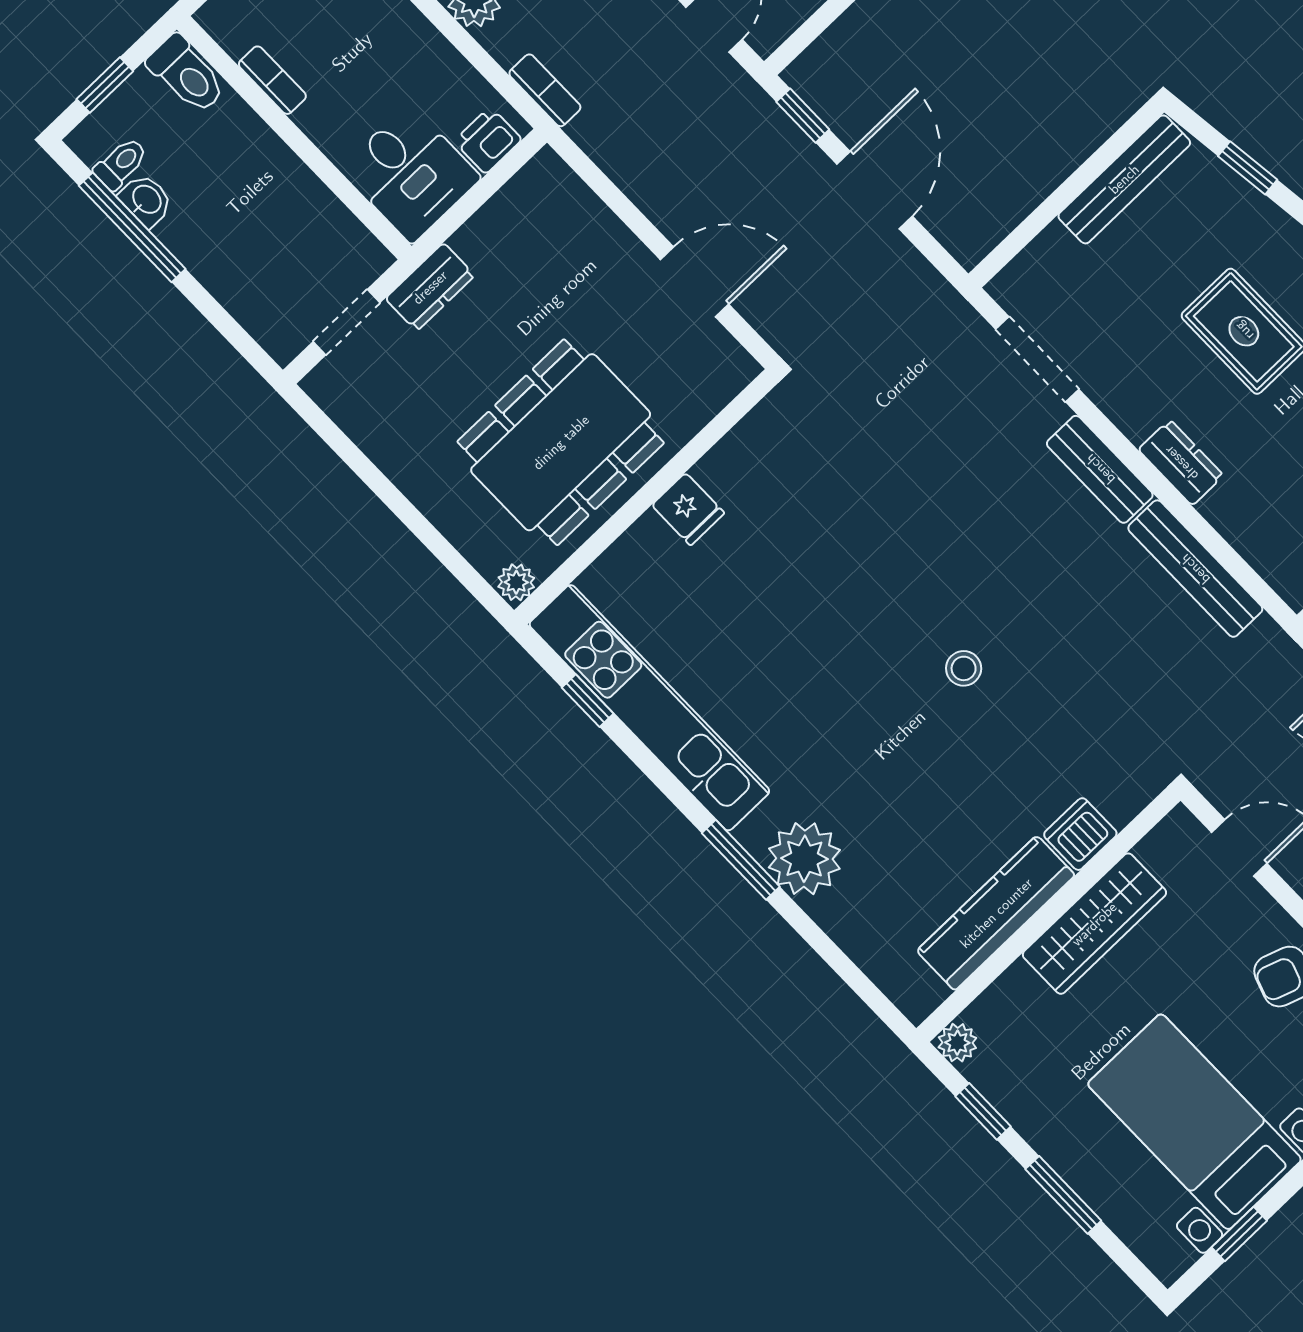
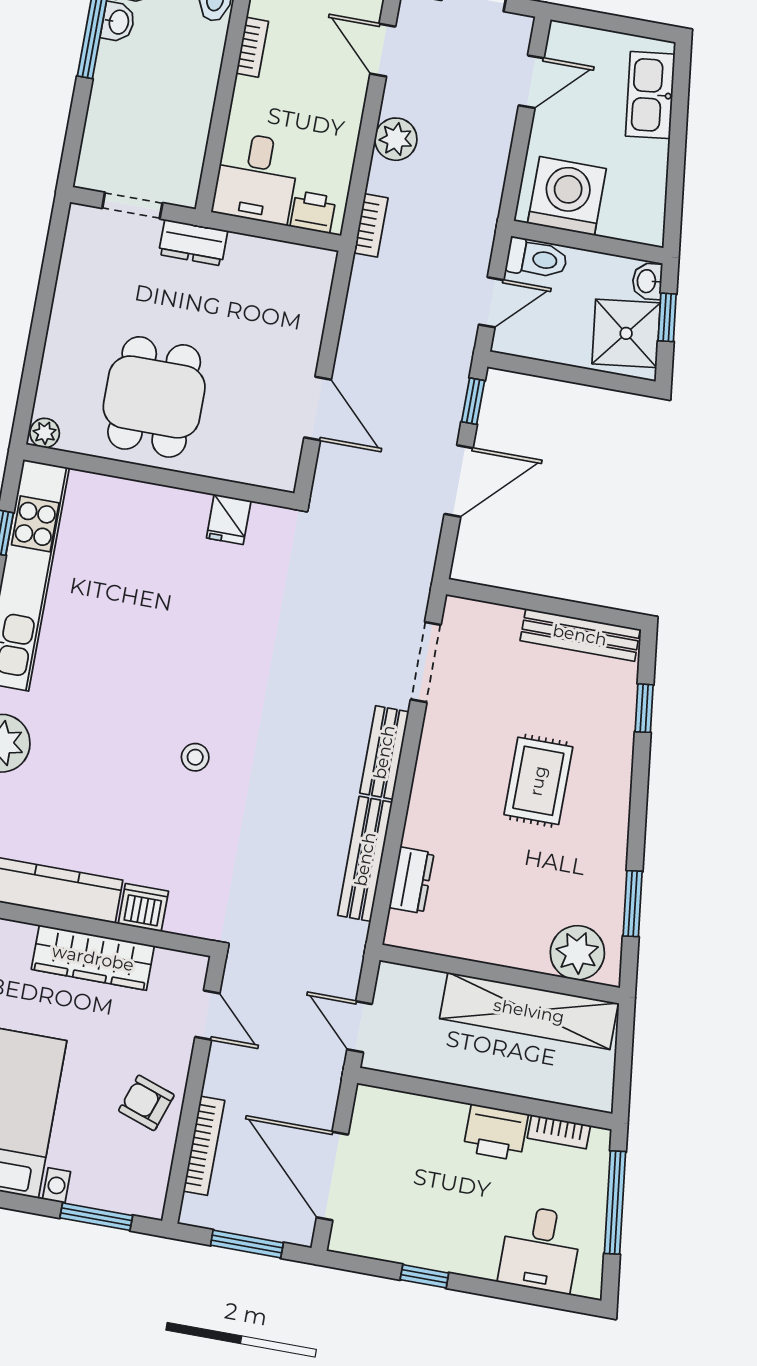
dining table: (561, 442) -> (154, 397), width x0.73
dresser: (1181, 463) -> (412, 880), moved
fridge: (688, 509) -> (229, 519), moved

